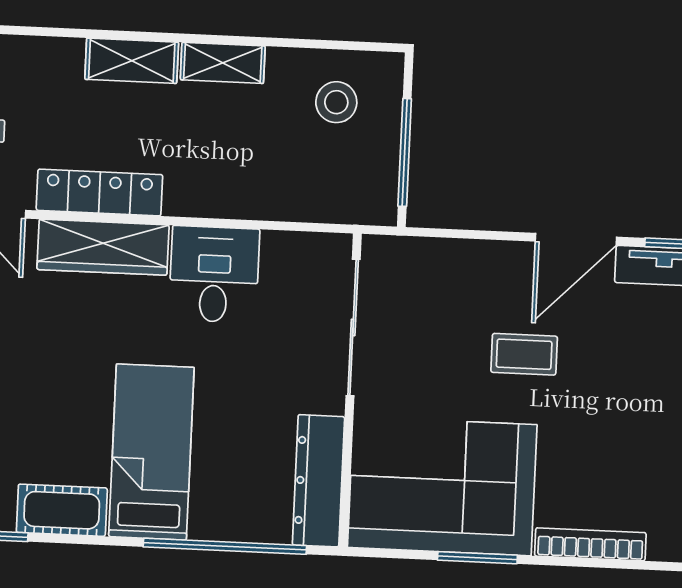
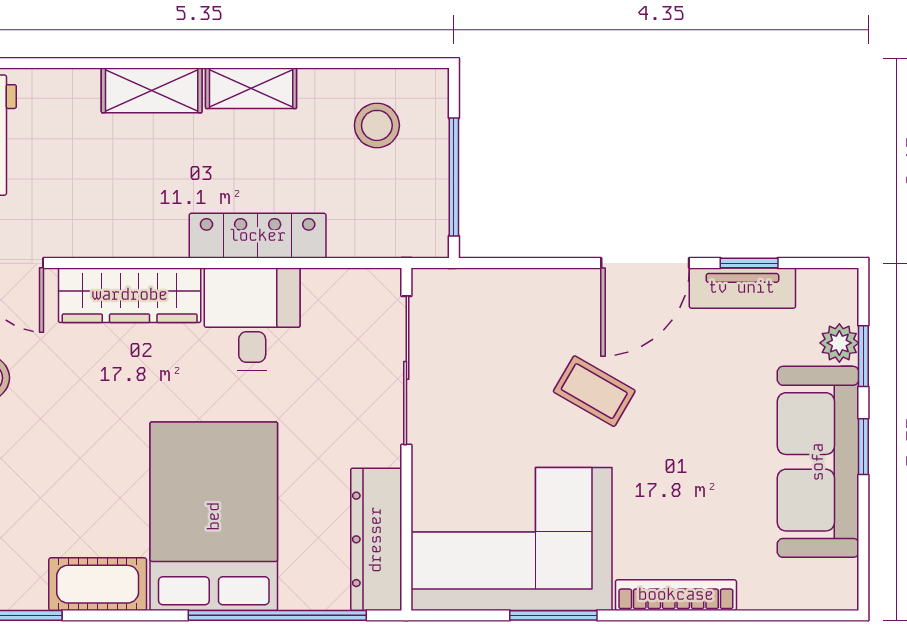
locker: (99, 192) -> (258, 236), moved
coffee table: (524, 354) -> (594, 391), turned 30
bed: (151, 452) -> (214, 516), width x1.50

